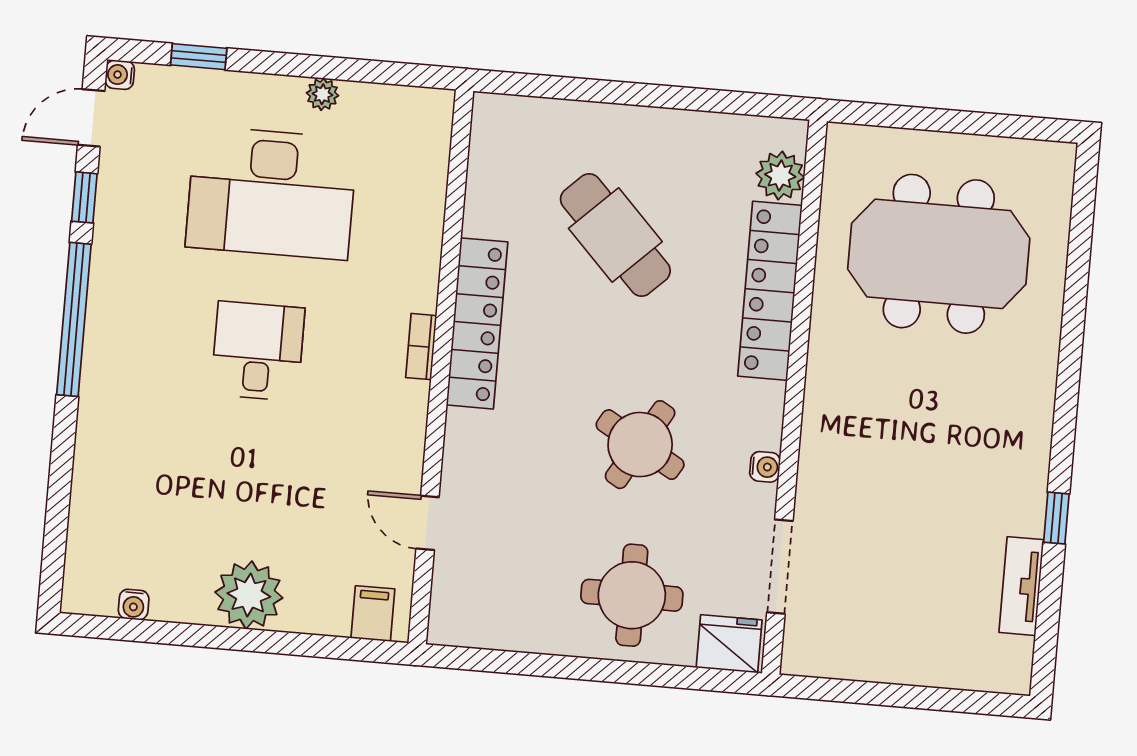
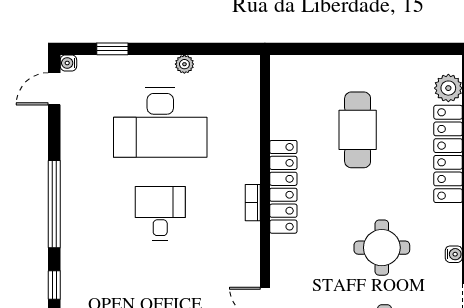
window: (84, 197) -> (54, 285), moved
cafe table: (615, 235) -> (358, 130), turned 44
round table: (640, 445) -> (382, 248), turned -30

